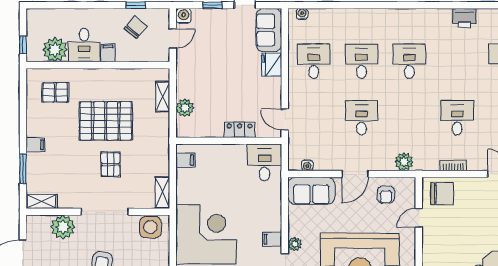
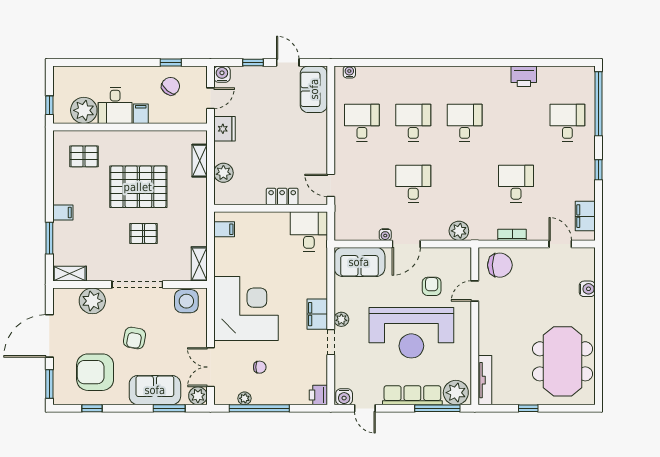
fridge: (272, 65) -> (224, 129), moved, turned 180
pallet: (111, 164) -> (144, 234), turned 90
water cooler: (307, 165) -> (385, 235), moved
armchair: (386, 195) -> (432, 286), moved, turned 180
filing cabinet: (272, 239) -> (317, 314), width x2.00

